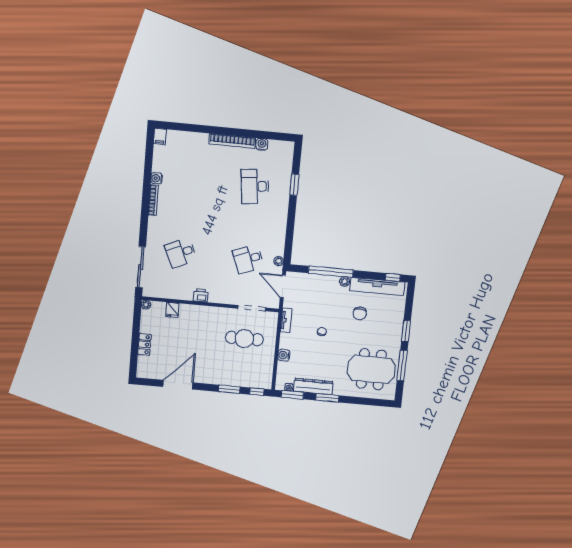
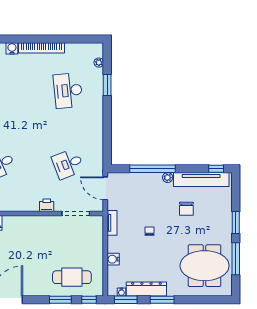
water cooler: (262, 144) -> (12, 48), moved
plant: (279, 261) -> (99, 63), moved
printer: (201, 295) -> (47, 205), moved
cafe table: (244, 339) -> (72, 277), moved

